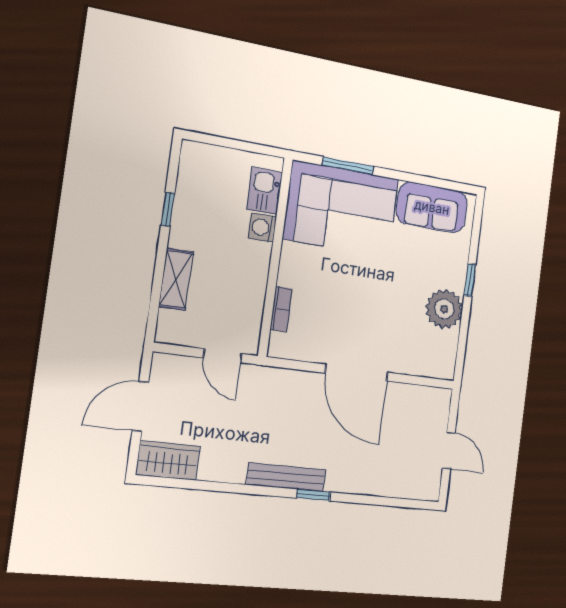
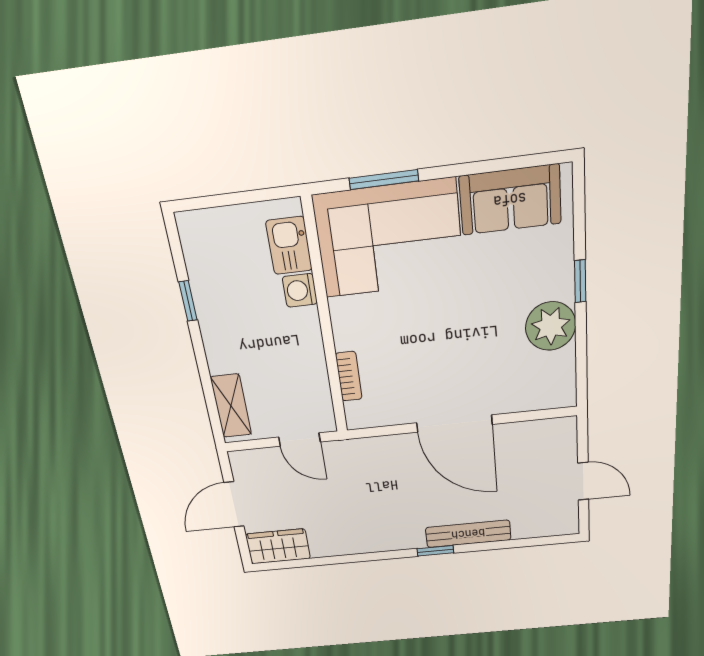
shelving: (176, 279) -> (231, 406), moved
bench: (286, 477) -> (468, 534), moved

